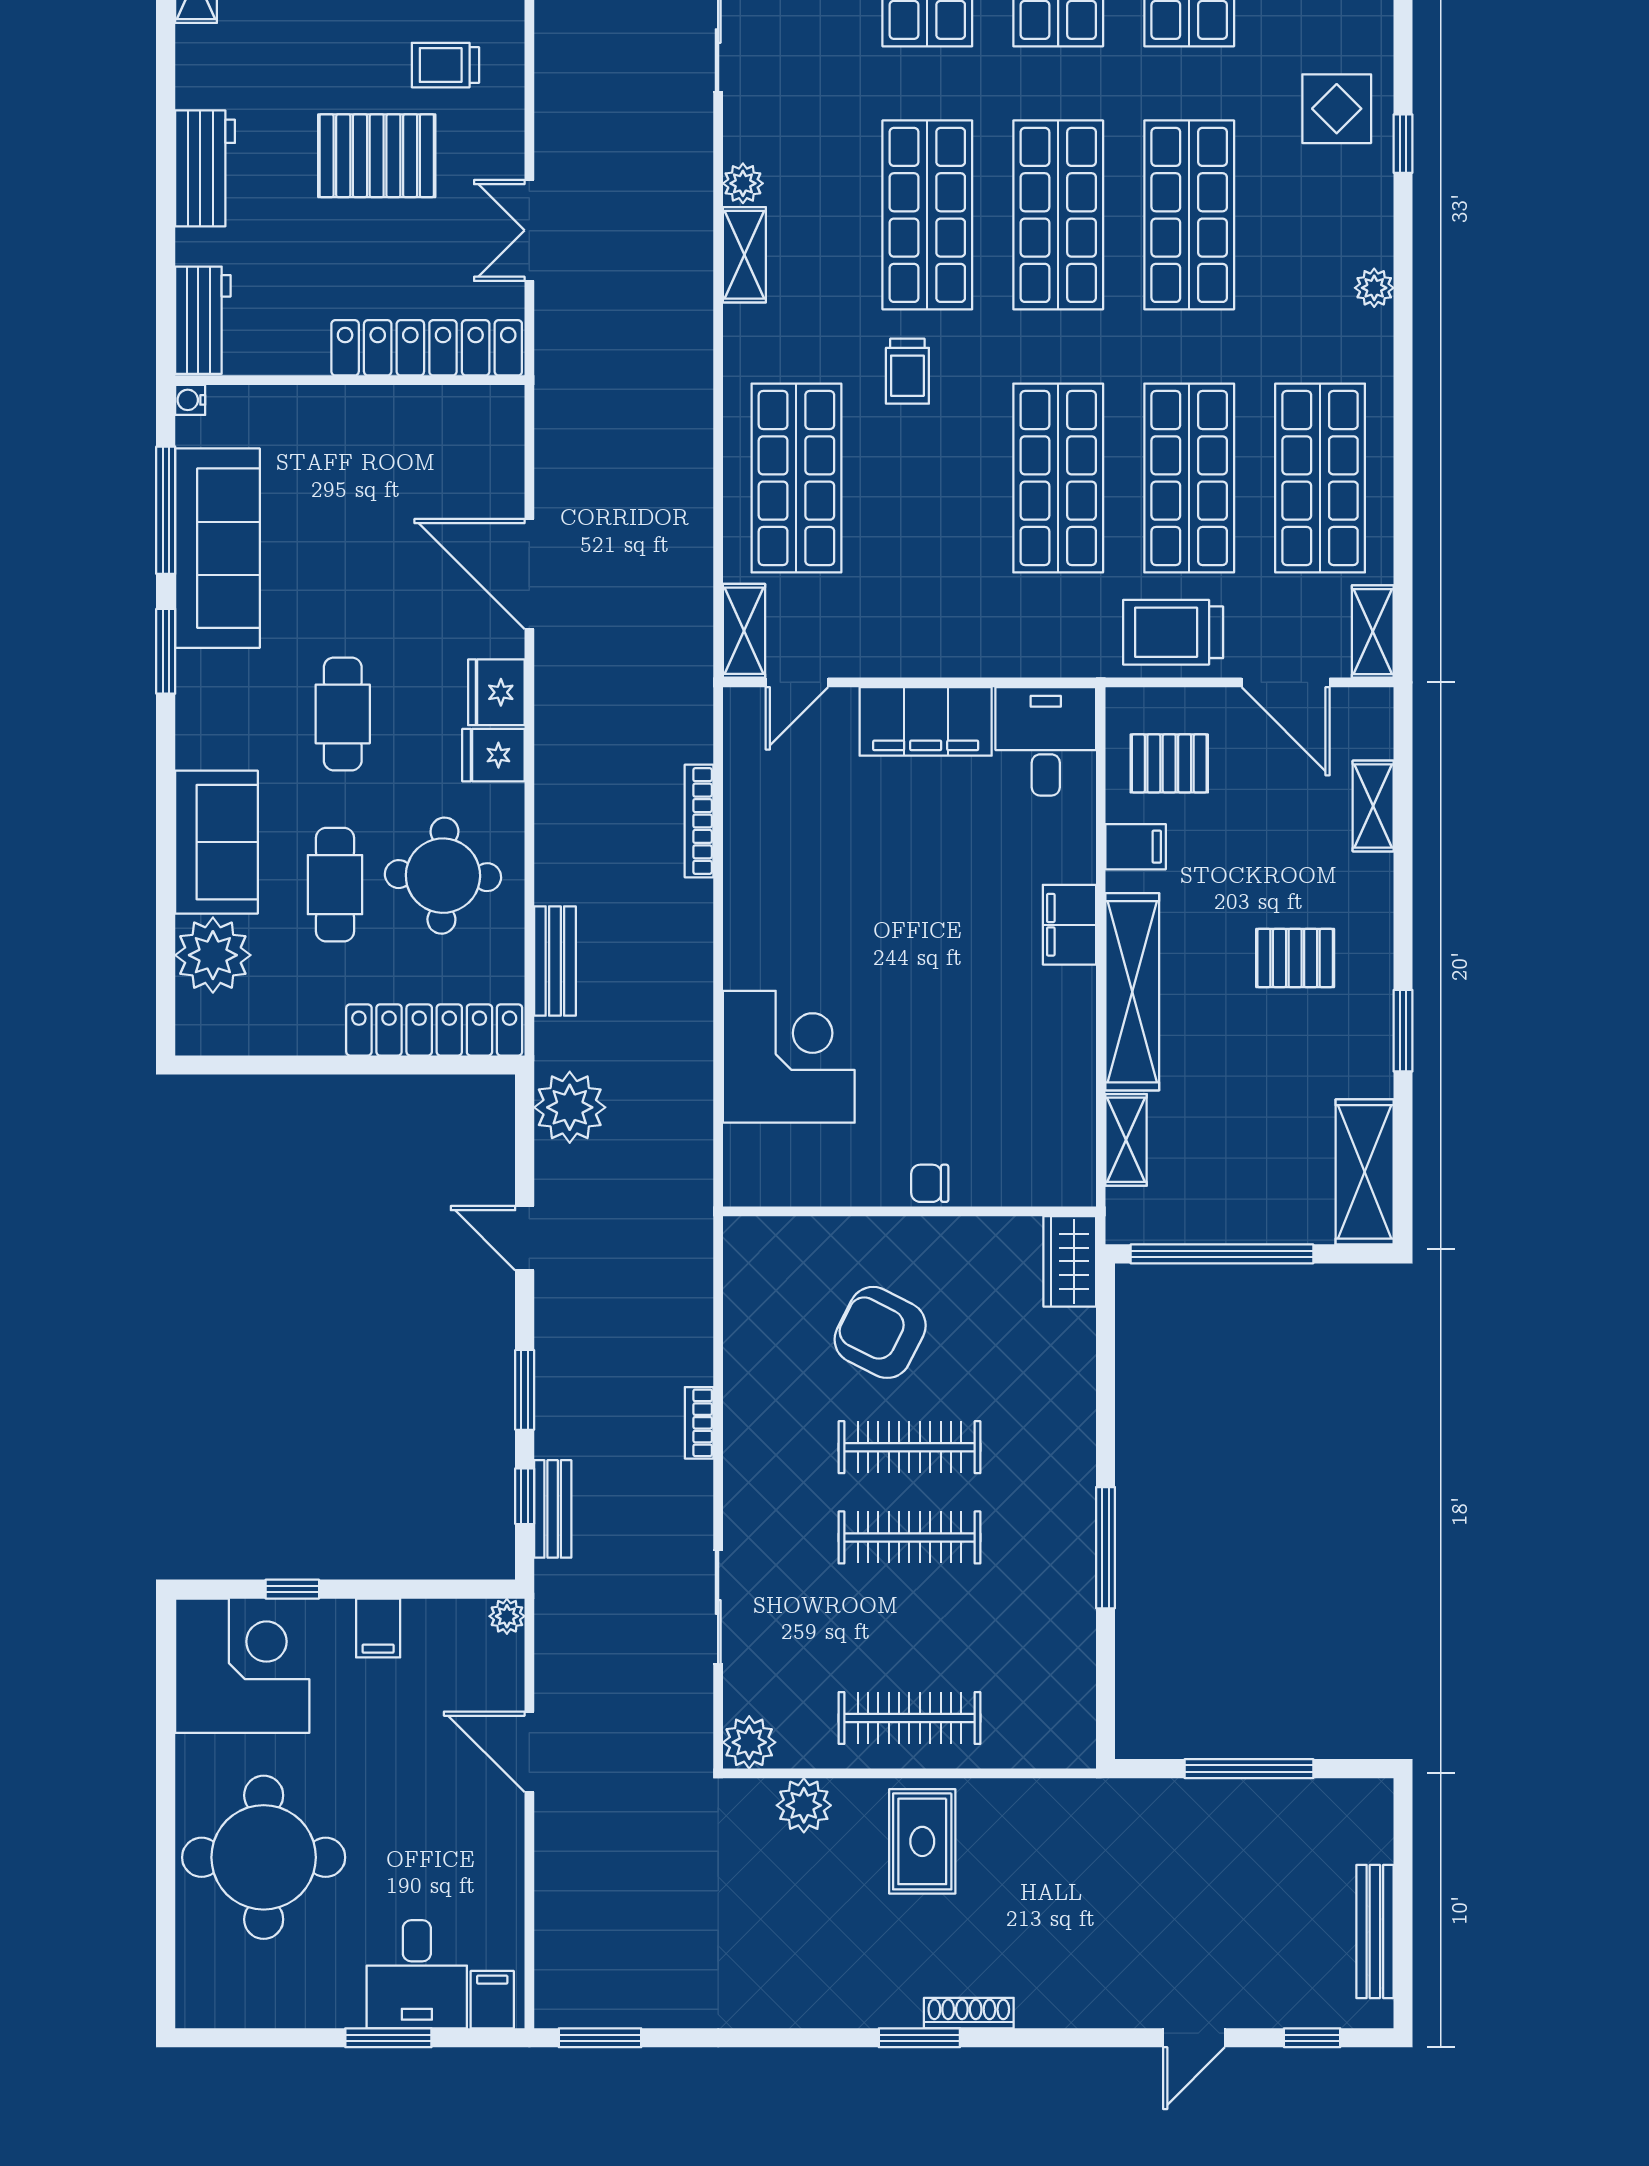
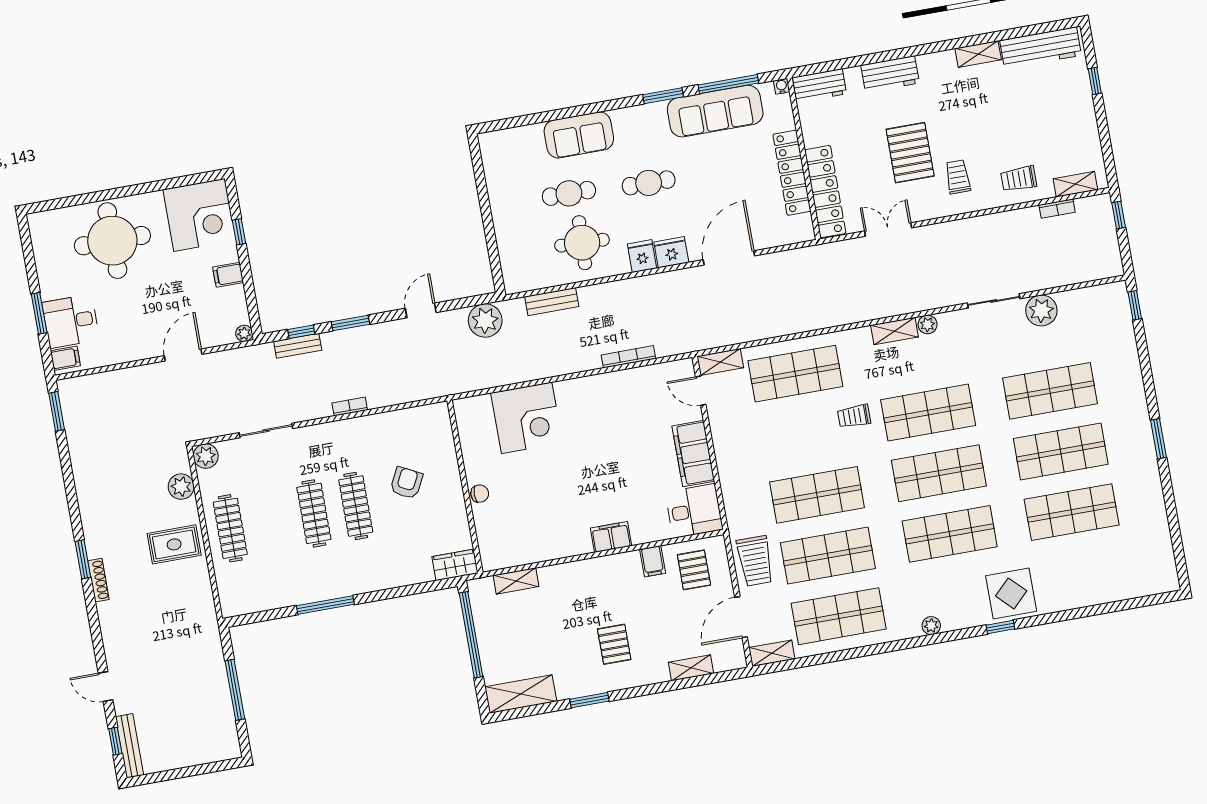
display table: (1337, 109) -> (1011, 593), width x1.36, depth x1.36
trolley: (1173, 632) -> (755, 561), turned 180
plant: (213, 955) -> (526, 143), removed
shelving: (1132, 992) -> (585, 572), removed
locker: (434, 1030) -> (792, 173), moved, turned 180
chair: (930, 1183) -> (480, 494), turned 90
armchair: (880, 1332) -> (406, 483), width x0.72, depth x0.72
bench: (1375, 1932) -> (130, 746), moved, turned 90

